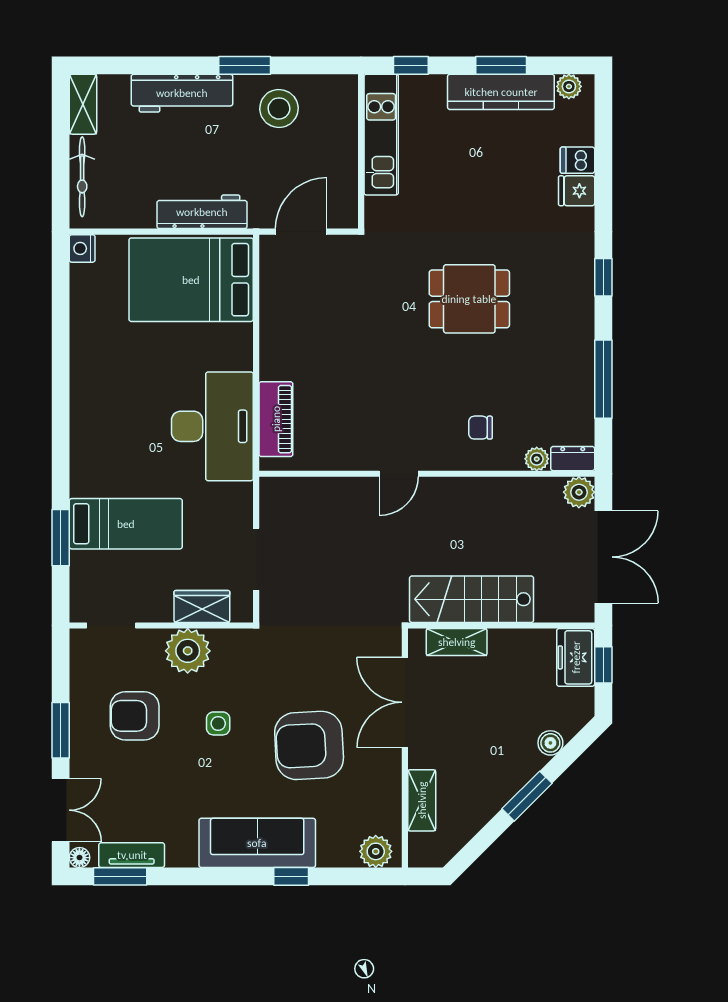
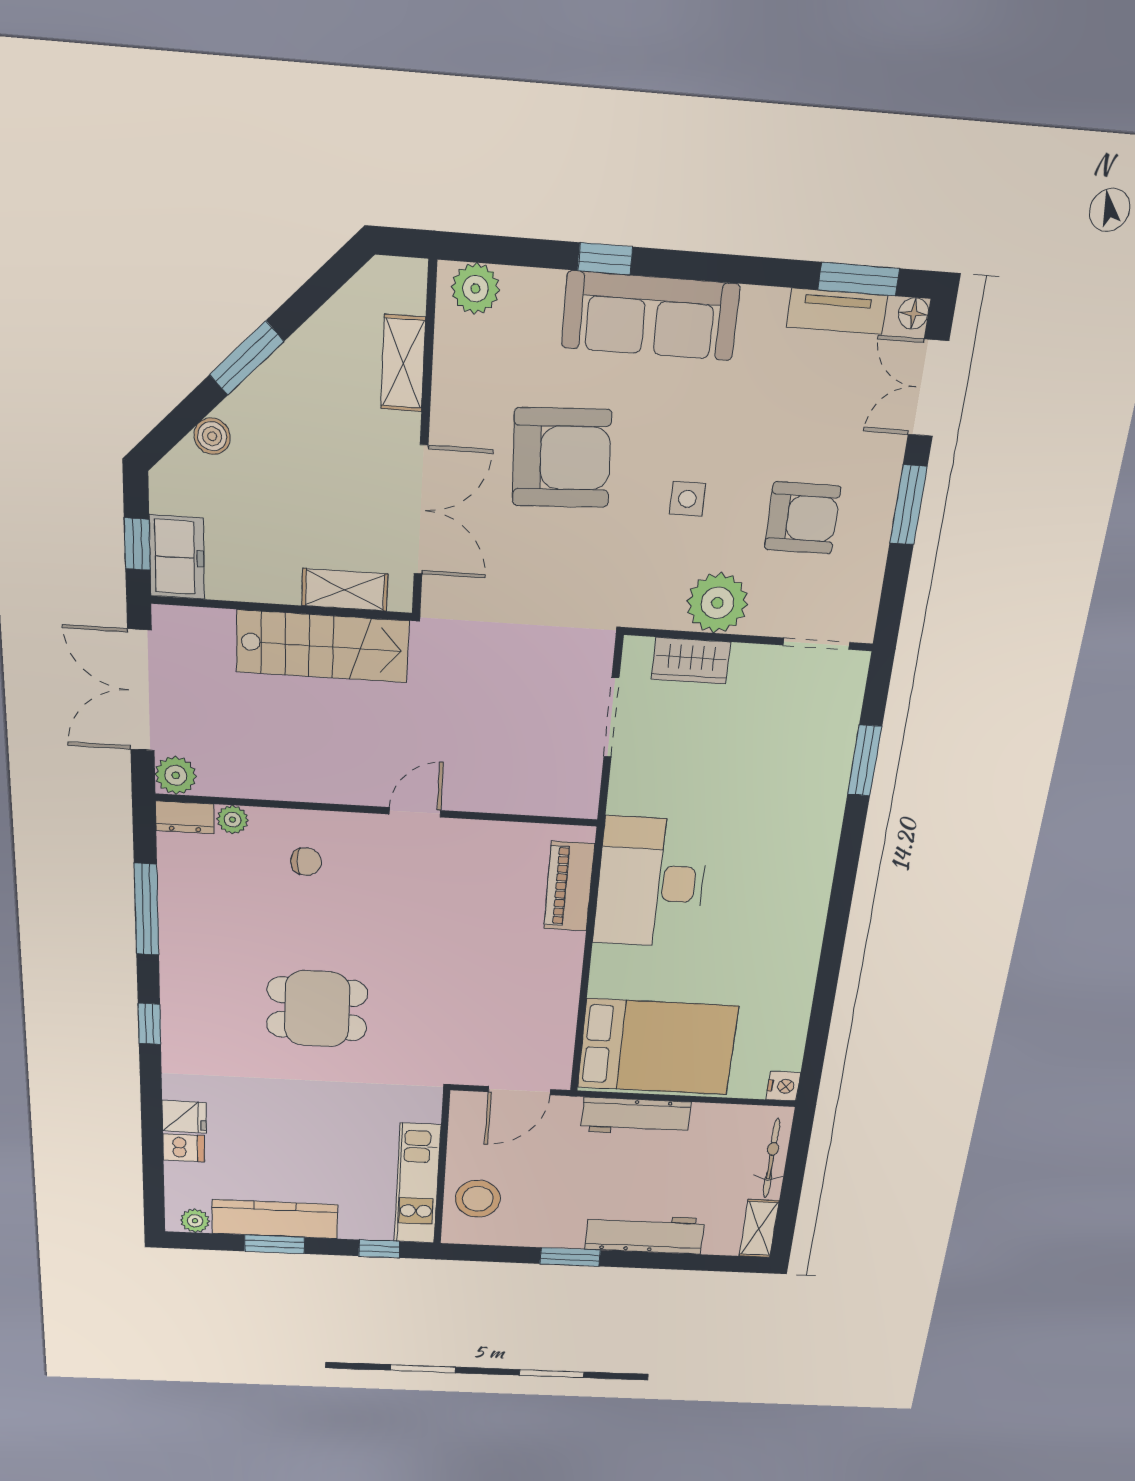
stool: (279, 108) -> (478, 1199), moved
bed: (126, 524) -> (777, 772), removed

